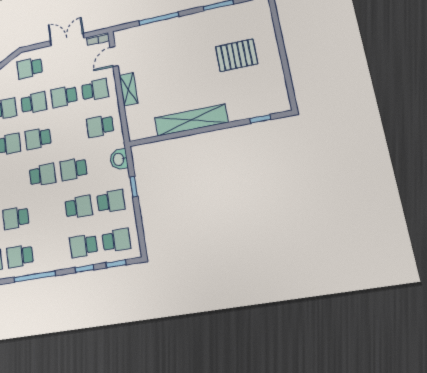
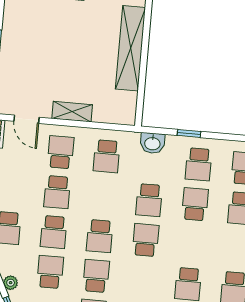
school desk: (34, 103) -> (54, 232), turned 180
school desk: (111, 201) -> (198, 164), turned 180

